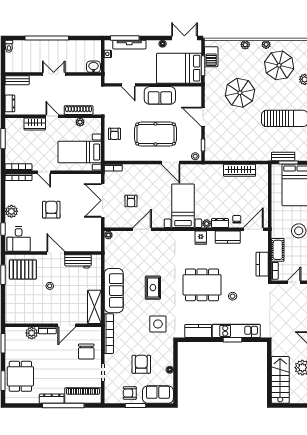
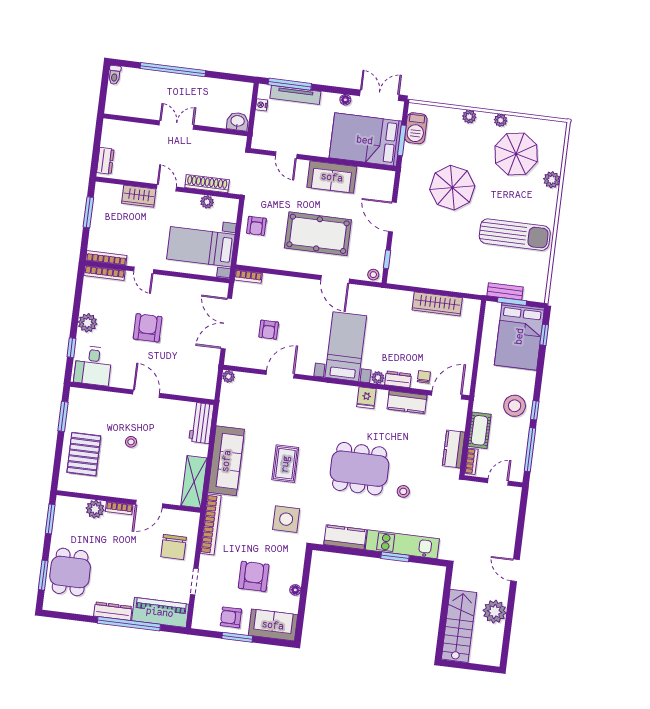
bench: (17, 80) -> (121, 127), removed
workbench: (78, 261) -> (201, 423), moved, turned 90
pallet: (23, 269) -> (84, 454), moved, turned 90

